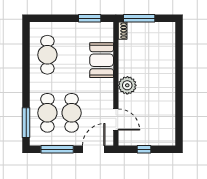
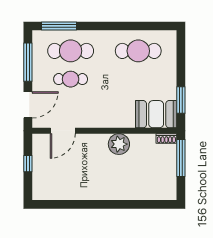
booth: (102, 60) -> (156, 114), moved
plant: (127, 85) -> (119, 144), moved
cafe table: (72, 113) -> (71, 79), width x0.73, depth x0.74
door: (94, 149) -> (28, 105), hinge flipped

